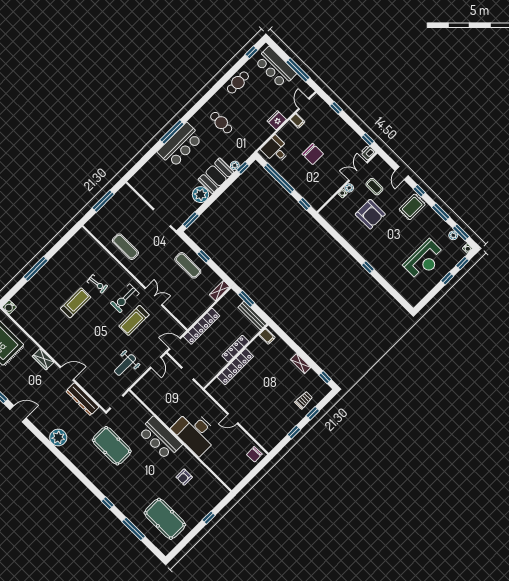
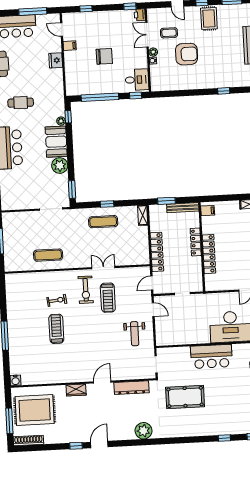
desk: (276, 150) -> (137, 80), moved, turned 180

